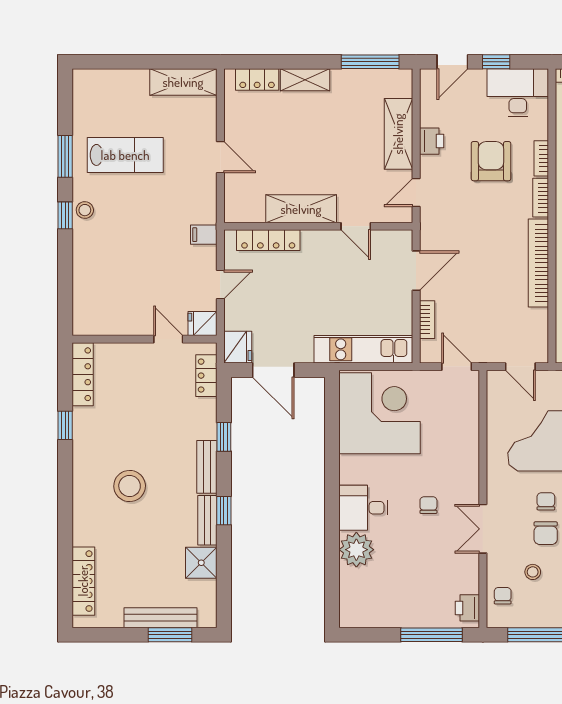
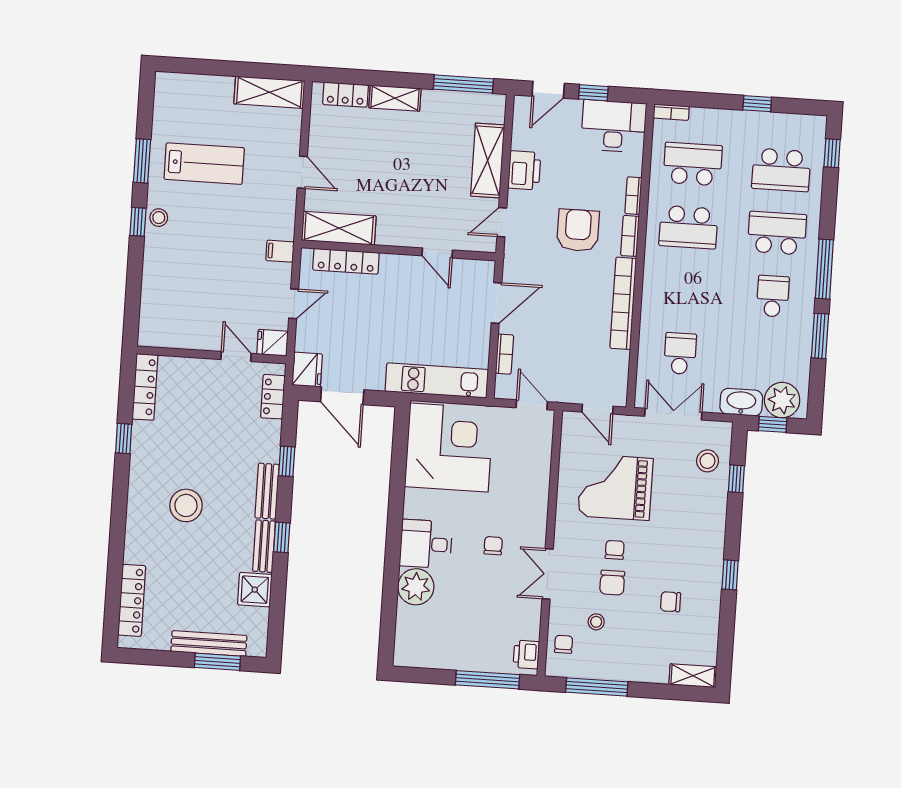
printer: (432, 141) -> (524, 170), width x1.36, depth x1.24
armchair: (491, 161) -> (578, 230), moved
shelving: (301, 209) -> (339, 228), moved

